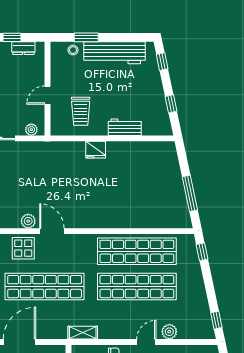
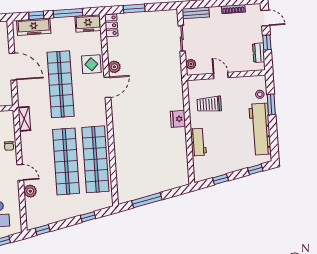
window: (202, 252) -> (88, 217), moved

